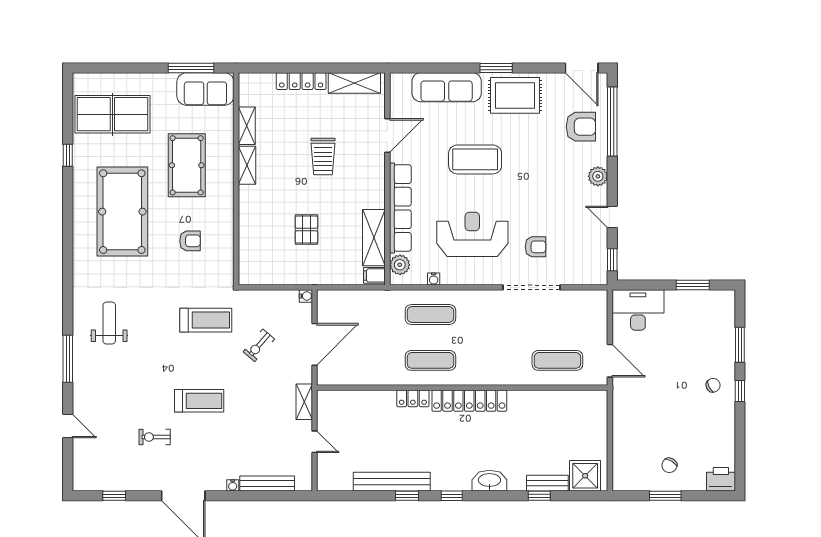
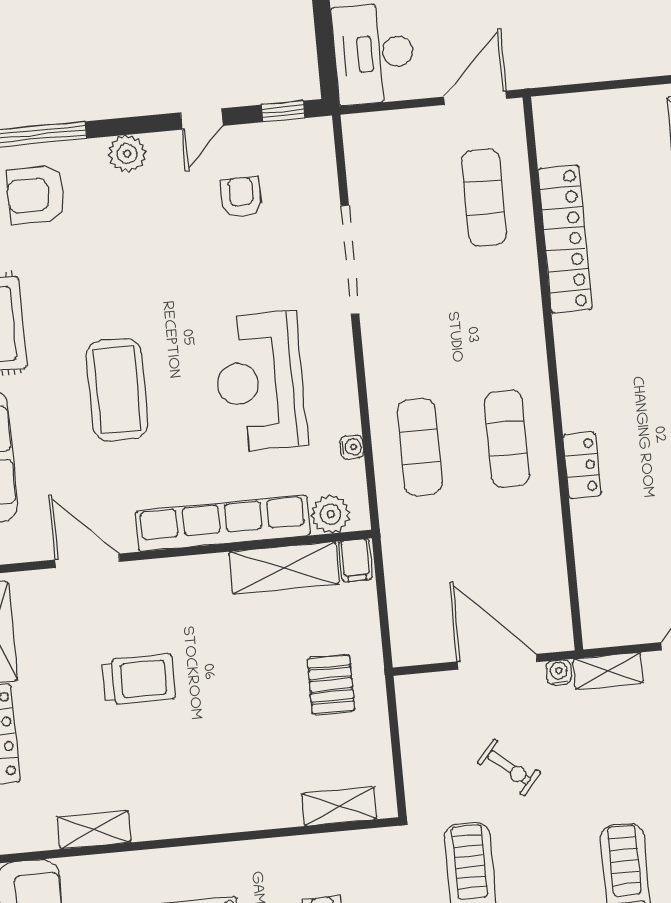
armchair: (581, 127) -> (36, 195), turned -90
shelving: (247, 165) -> (339, 806), moved
pallet: (306, 229) -> (331, 685), moved, turned 90
armchair: (536, 247) -> (241, 197), moved
water cooler: (306, 296) -> (559, 673), moved
locker: (469, 401) -> (565, 239), moved

